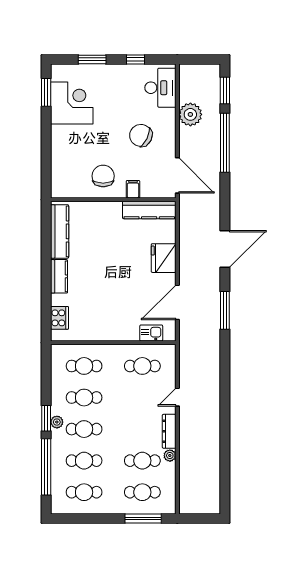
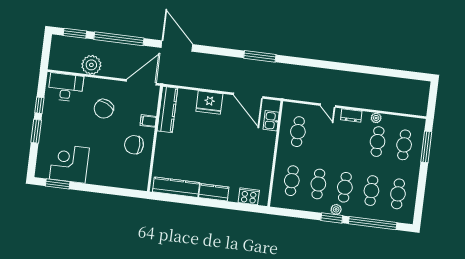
window: (92, 59) -> (36, 131), moved
door: (225, 249) -> (177, 46), moved
dresser: (169, 431) -> (351, 115), width x0.70

